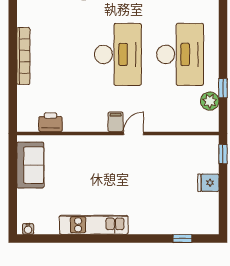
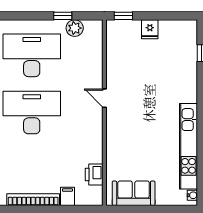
filing cabinet: (116, 122) -> (67, 196), moved, turned 90
kitchen unit: (94, 225) -> (189, 146), width x1.36

